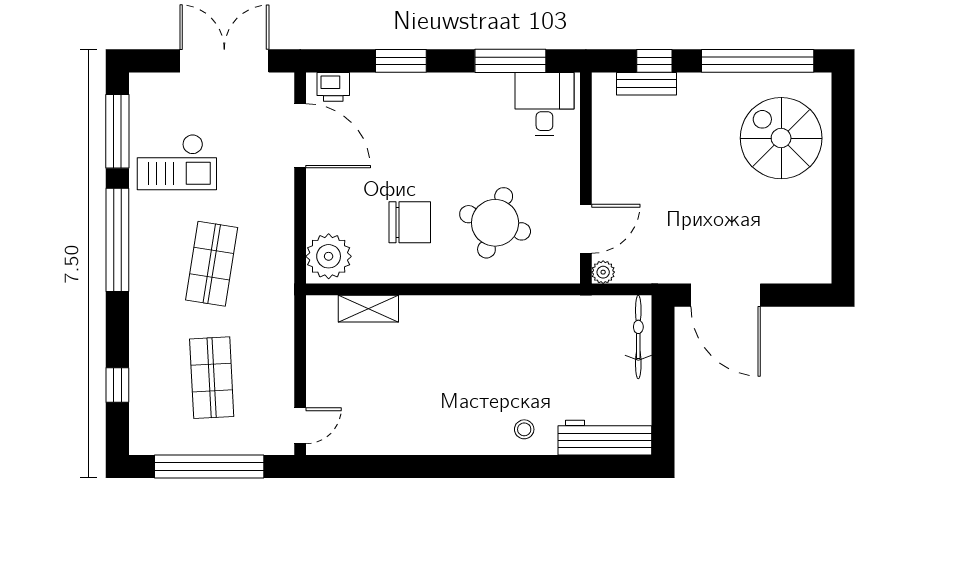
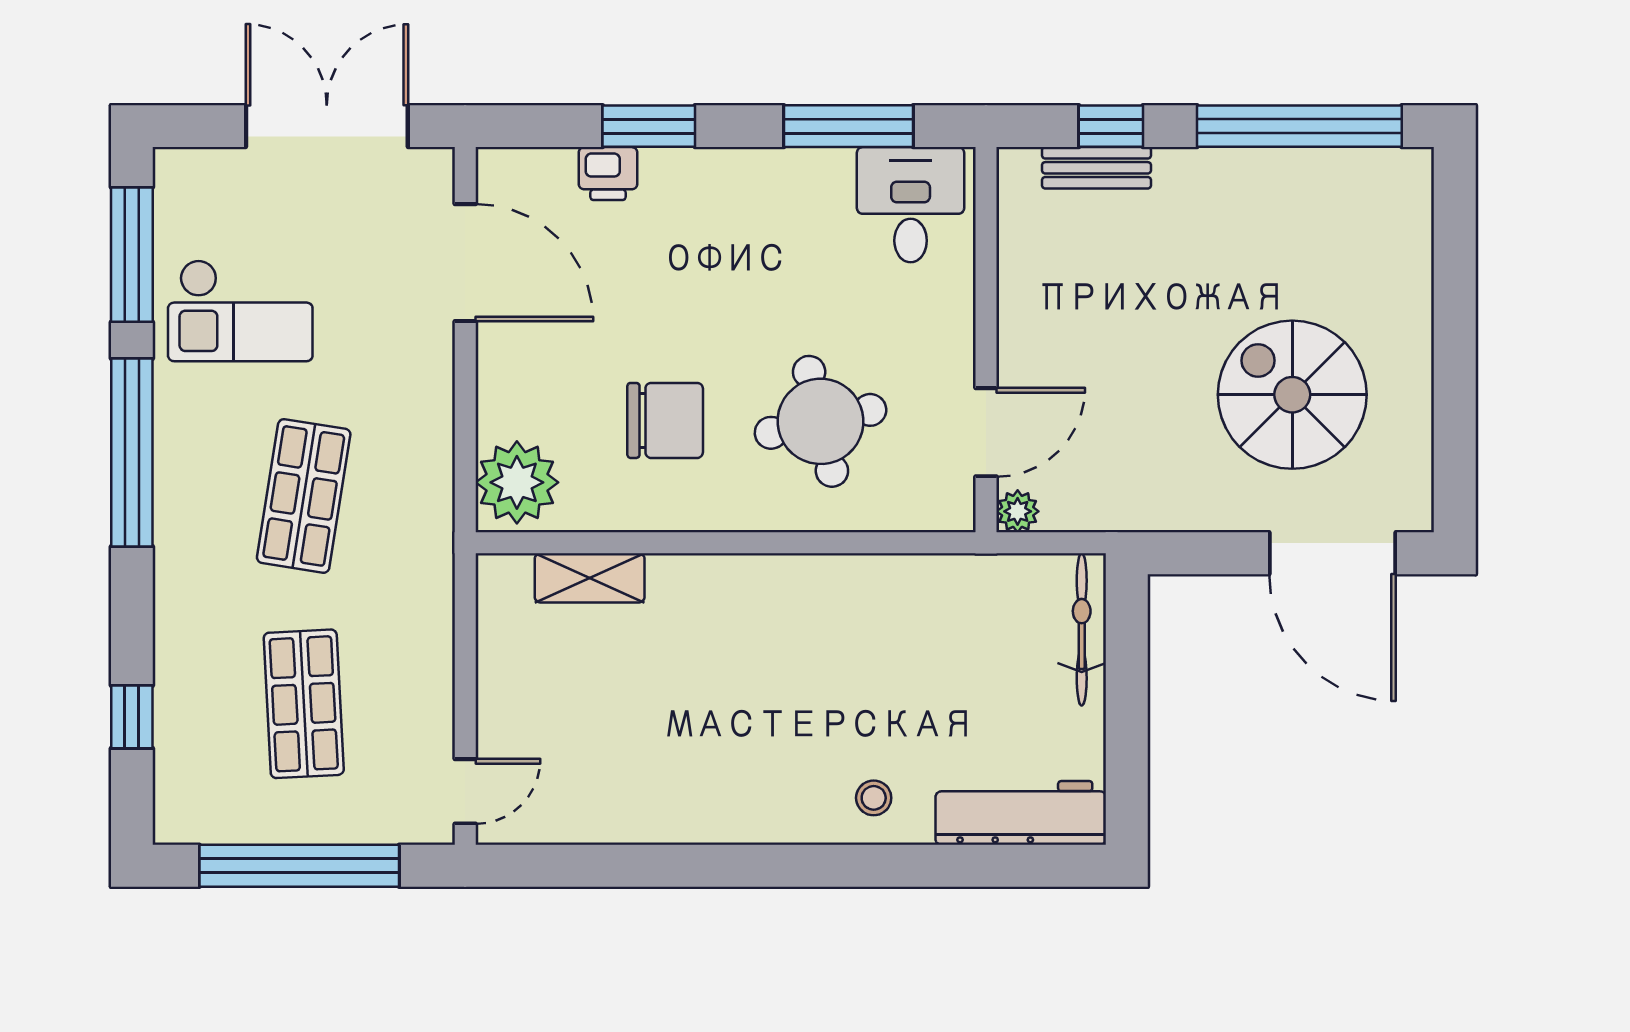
printer: (333, 87) -> (608, 174), moved
spiral stairs: (781, 138) -> (1292, 395), moved
round table: (495, 223) -> (821, 421), turned -31
door: (726, 295) -> (1333, 553), moved

